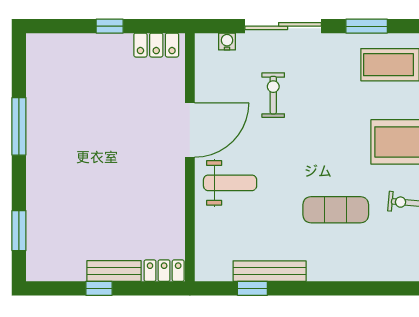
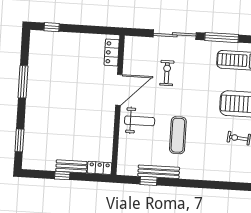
window: (110, 26) -> (52, 27), moved
window: (367, 26) -> (222, 38), width x1.44
water cooler: (227, 41) -> (143, 41), removed
locker: (156, 45) -> (112, 53), moved, turned 90
exercise mat: (336, 210) -> (178, 135), moved, turned 90

